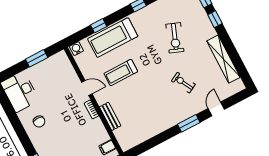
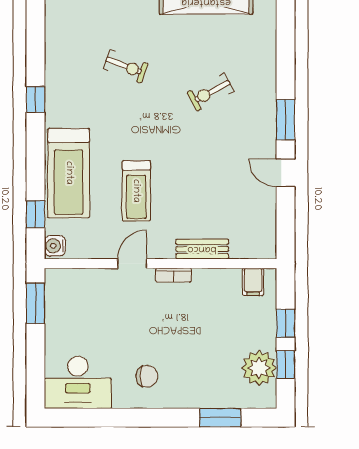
window: (99, 26) -> (35, 214), moved
exercise bike: (175, 38) -> (126, 66), width x0.73, depth x0.72
window: (37, 58) -> (35, 303), moved
door: (216, 109) -> (286, 173), moved

